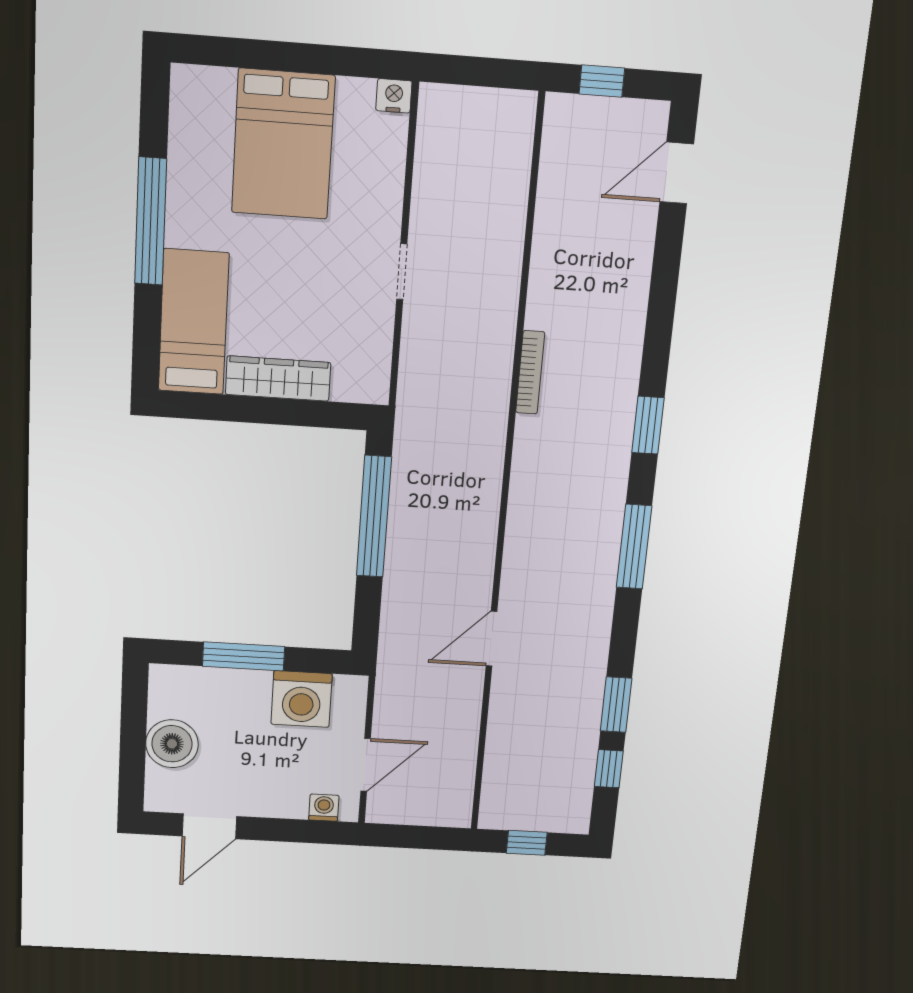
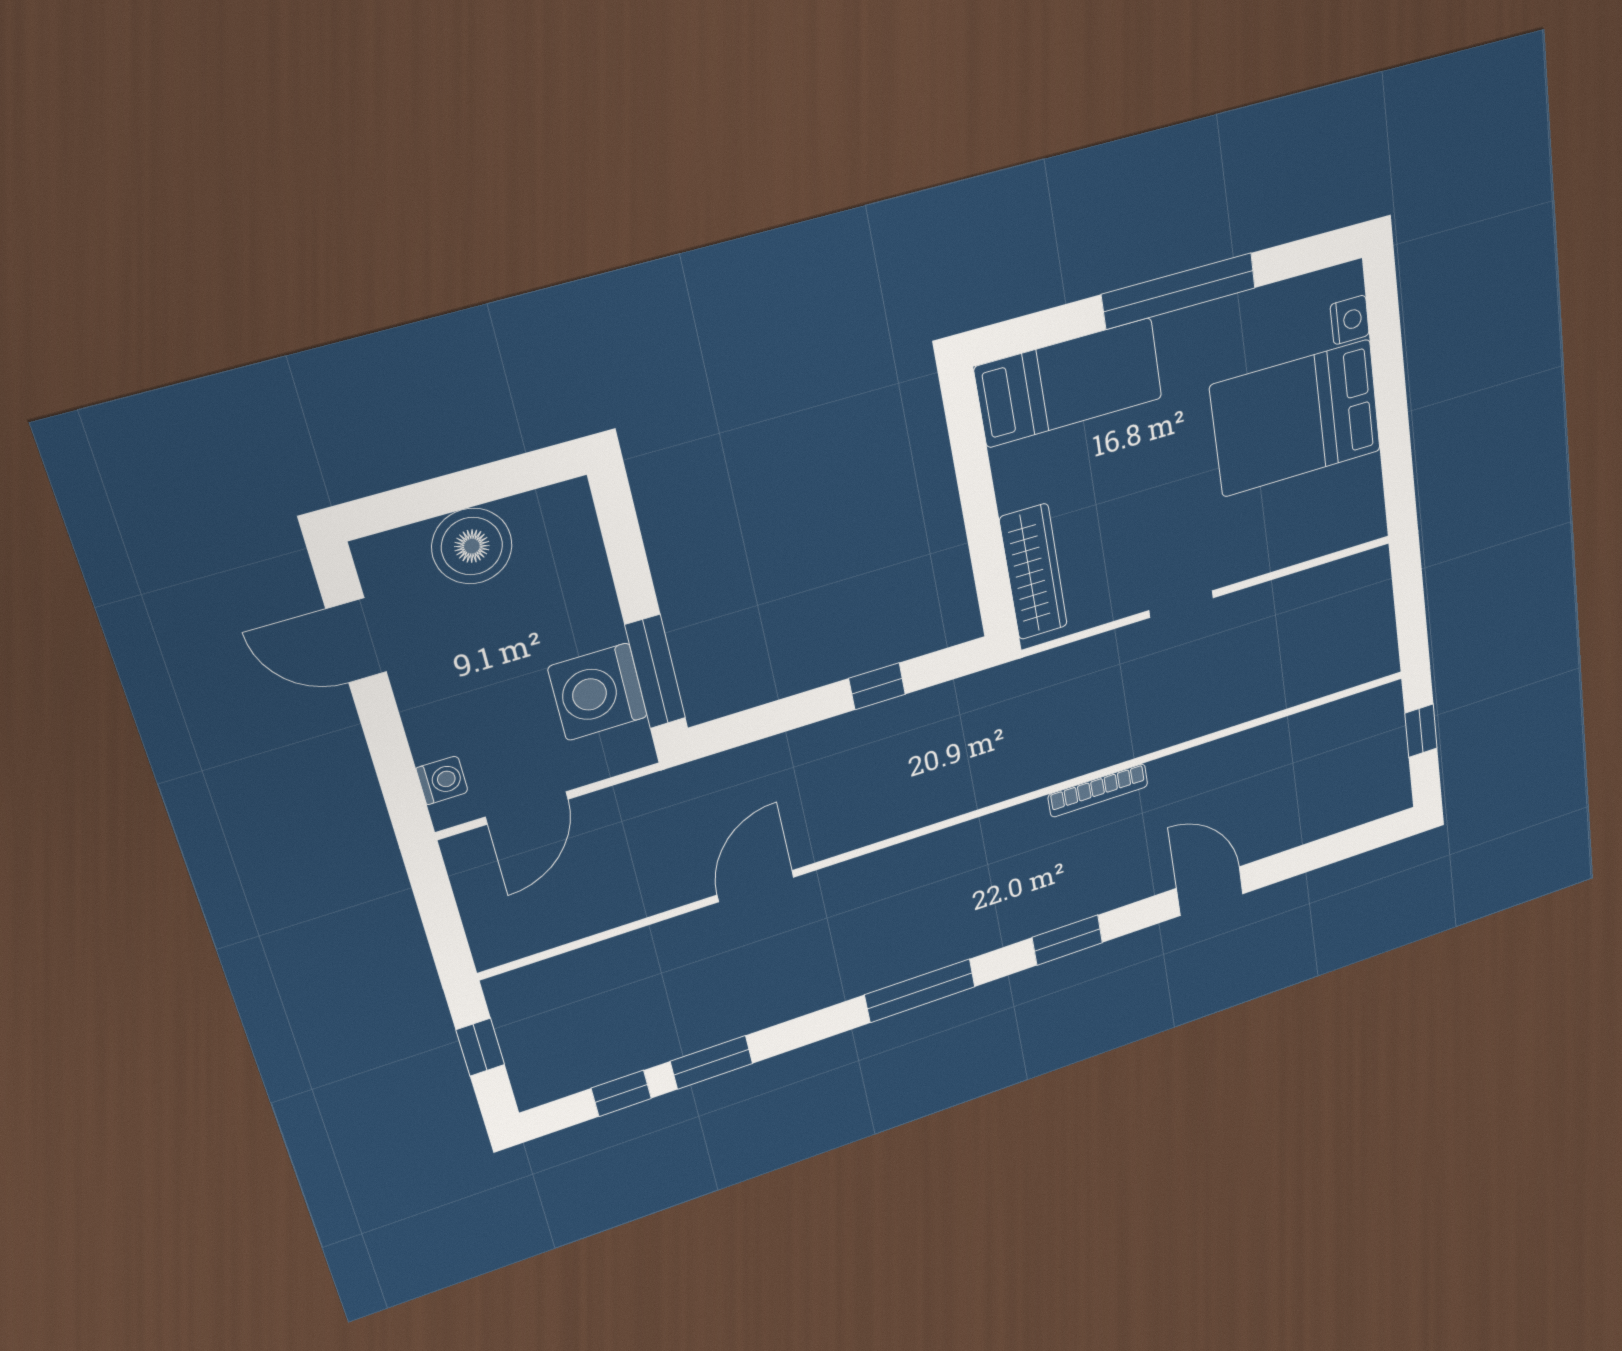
nightstand: (394, 96) -> (1350, 320), moved
door: (677, 173) -> (1210, 891), moved
wardrobe: (278, 379) -> (1033, 572), moved
window: (374, 517) -> (877, 686), width x0.32
door: (491, 639) -> (756, 886), hinge flipped
window: (244, 656) -> (655, 672), moved
door: (366, 765) -> (527, 808), hinge flipped

